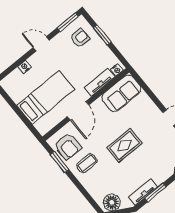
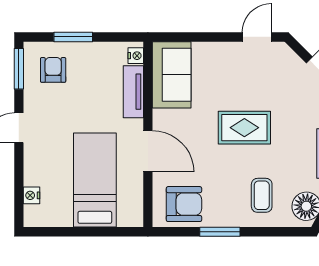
nightstand: (25, 67) -> (31, 195), moved
rug: (124, 145) -> (244, 128), turned 90
window: (60, 162) -> (220, 232), moved
coffee table: (87, 163) -> (262, 195), moved

